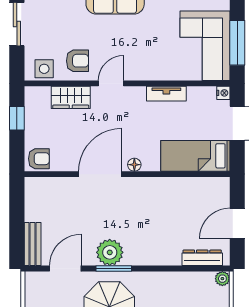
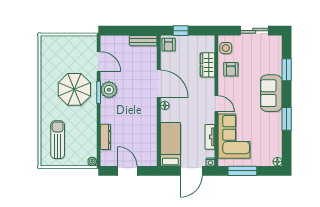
corner sofa: (205, 46) -> (234, 136), moved, turned 90
door: (111, 83) -> (216, 104), moved
tv unit: (166, 94) -> (210, 137), moved
window: (17, 118) -> (181, 31), moved
bench: (33, 244) -> (143, 41), moved
dresser: (202, 258) -> (105, 137), moved

